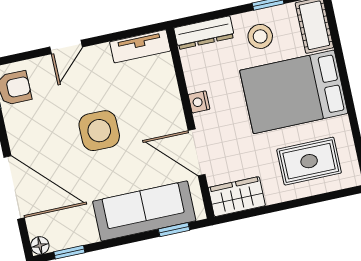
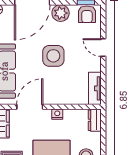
dresser: (204, 33) -> (95, 120), width x0.70
plant: (22, 134) -> (61, 13), added

